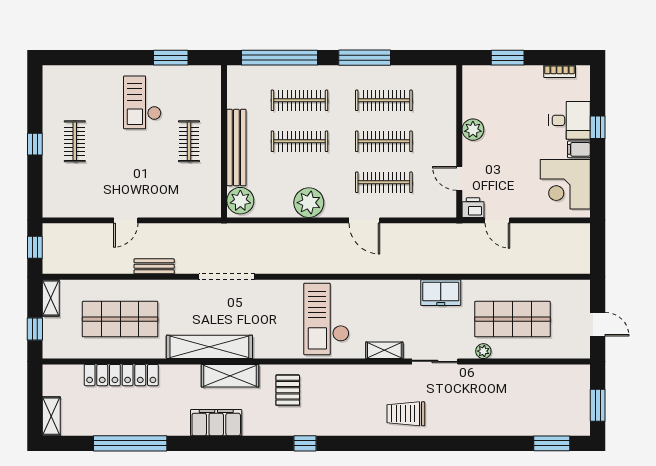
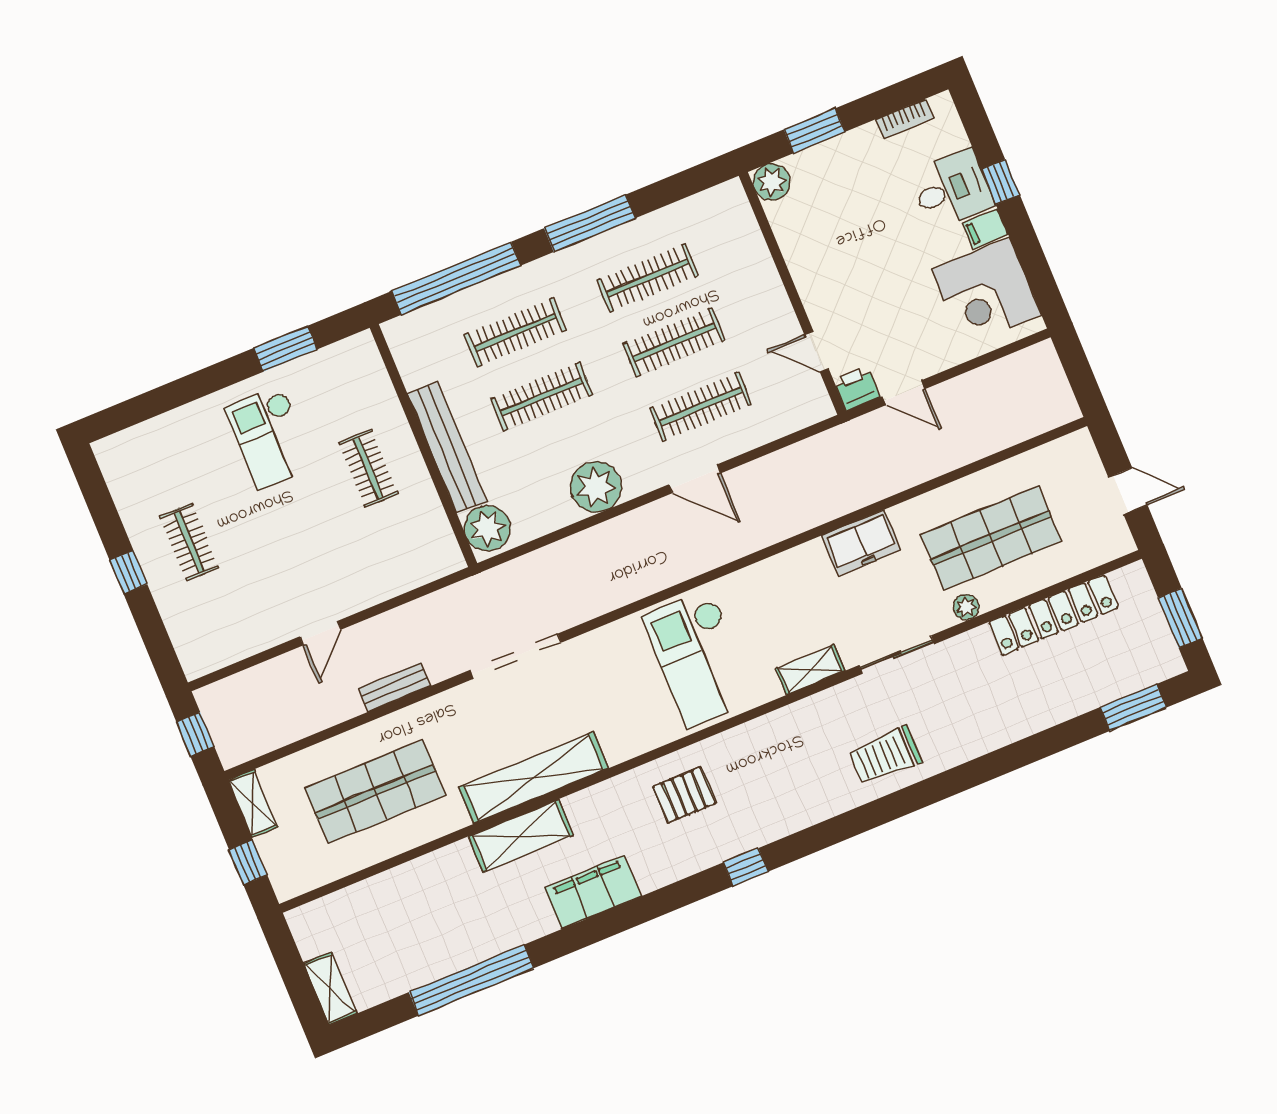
plant: (473, 130) -> (772, 182), moved
locker: (121, 375) -> (1053, 615), moved
shelving: (230, 376) -> (521, 836), moved
pallet: (288, 390) -> (684, 795), turned 90

